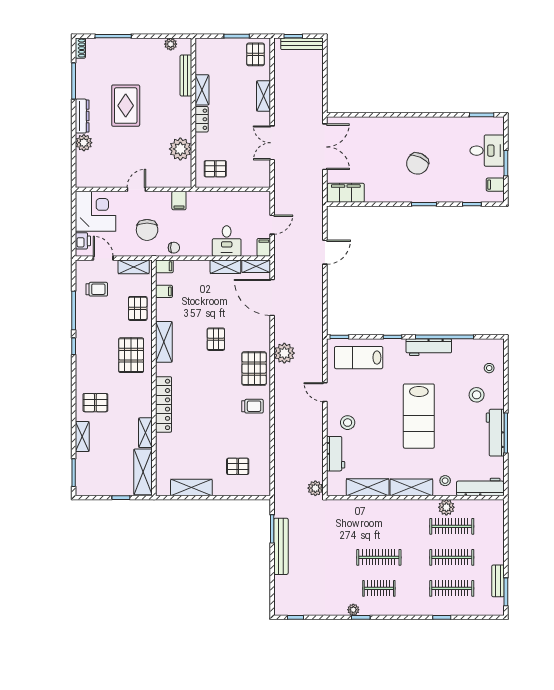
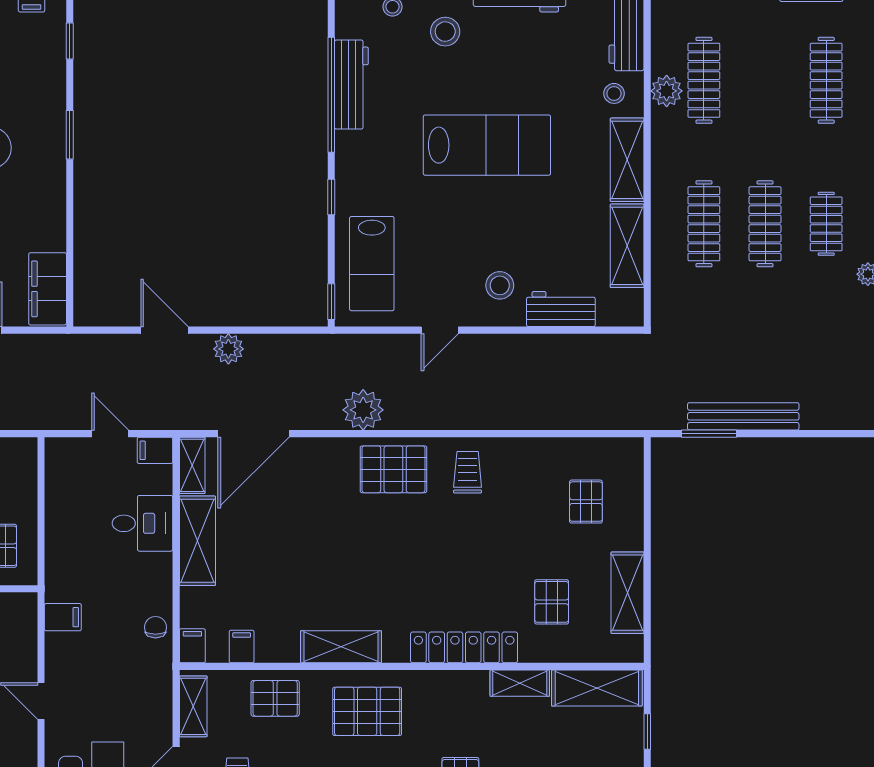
chair: (147, 230) -> (121, 680), removed
shelving: (225, 267) -> (197, 541), width x1.50, depth x1.33
pallet: (216, 339) -> (552, 602), moved, turned 90
workbench: (429, 347) -> (351, 84), moved
plant: (315, 488) -> (228, 349), moved
clothes rail: (452, 557) -> (704, 224), moved

